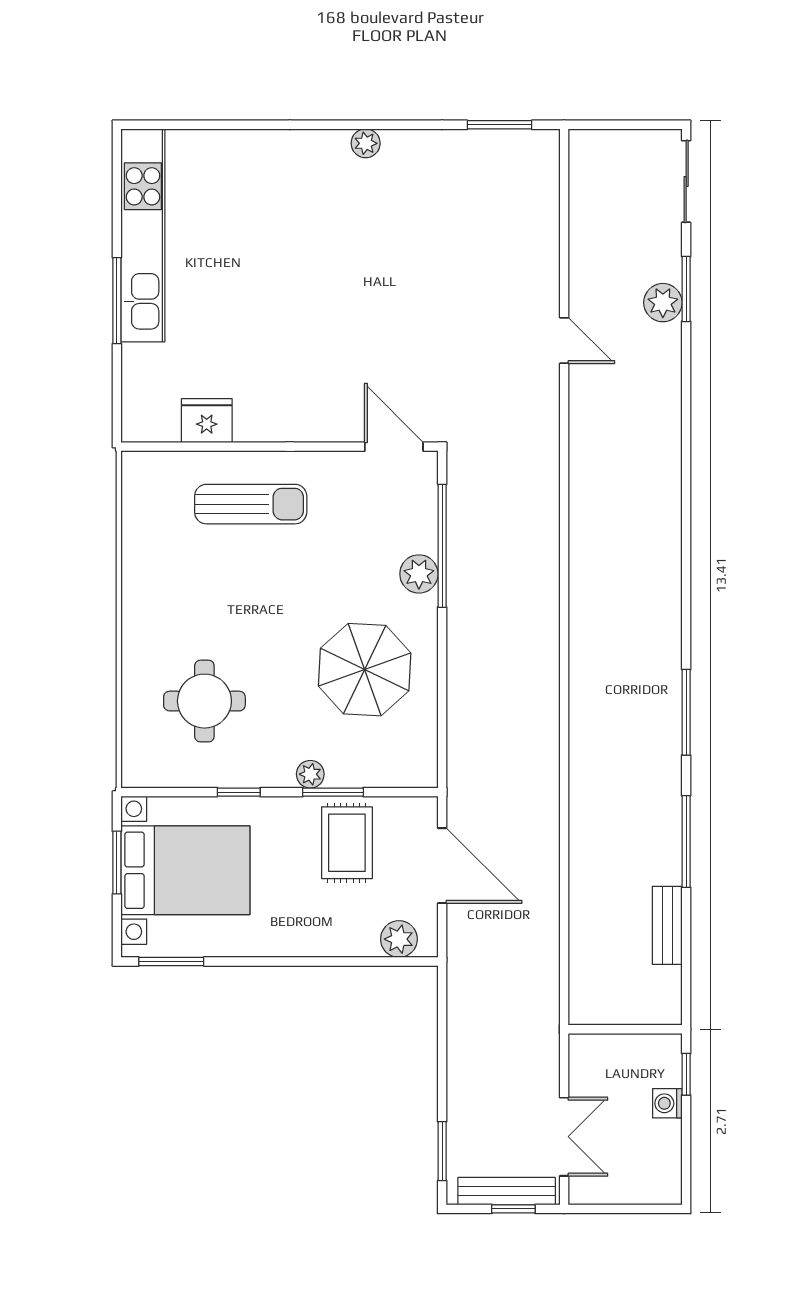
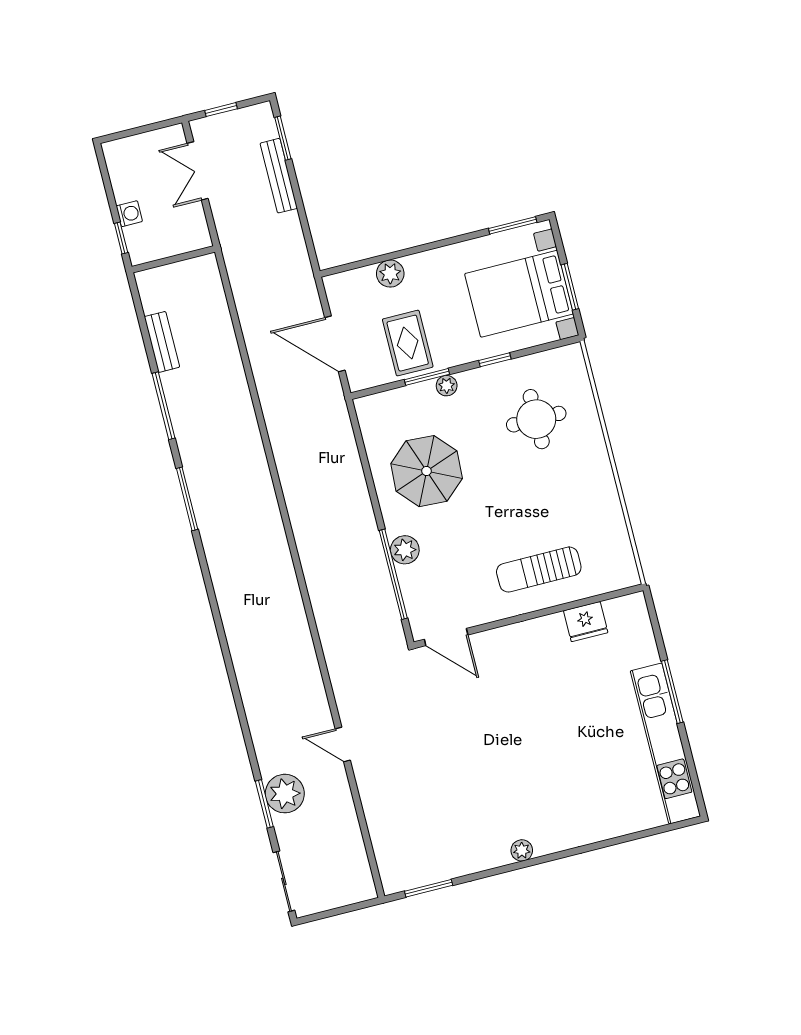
plant: (663, 303) -> (285, 794), width x1.36, depth x1.36
plant: (399, 939) -> (390, 274), moved
bench: (507, 1191) -> (279, 176), moved, turned 90

